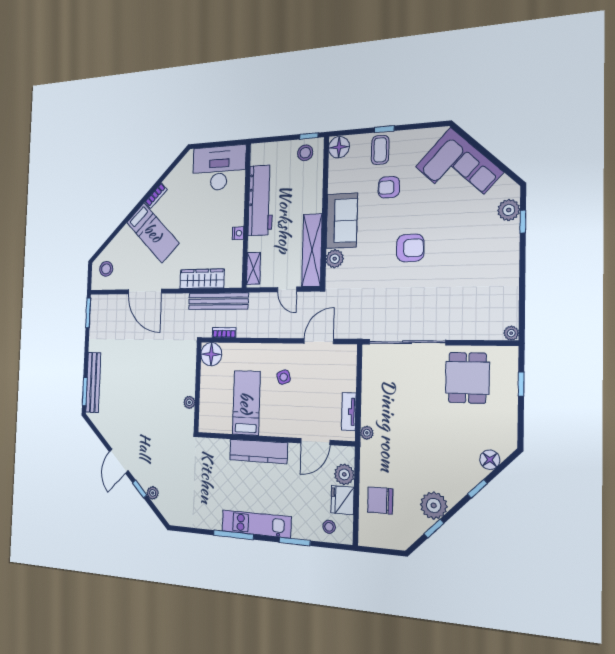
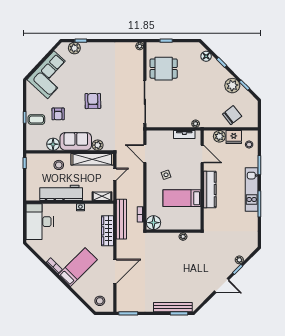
floor lamp: (339, 147) -> (53, 144), moved
stool: (305, 153) -> (59, 165), moved
chair: (380, 500) -> (232, 115), turned -128

